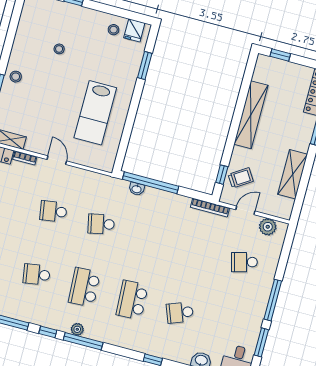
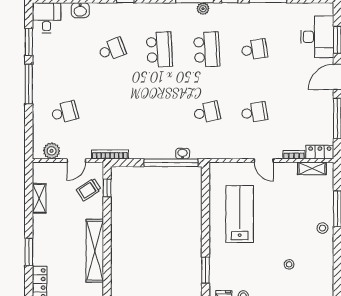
shelving: (293, 174) -> (39, 198), width x0.67, depth x0.75

